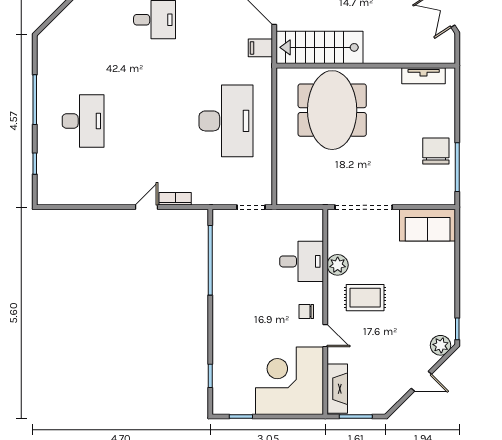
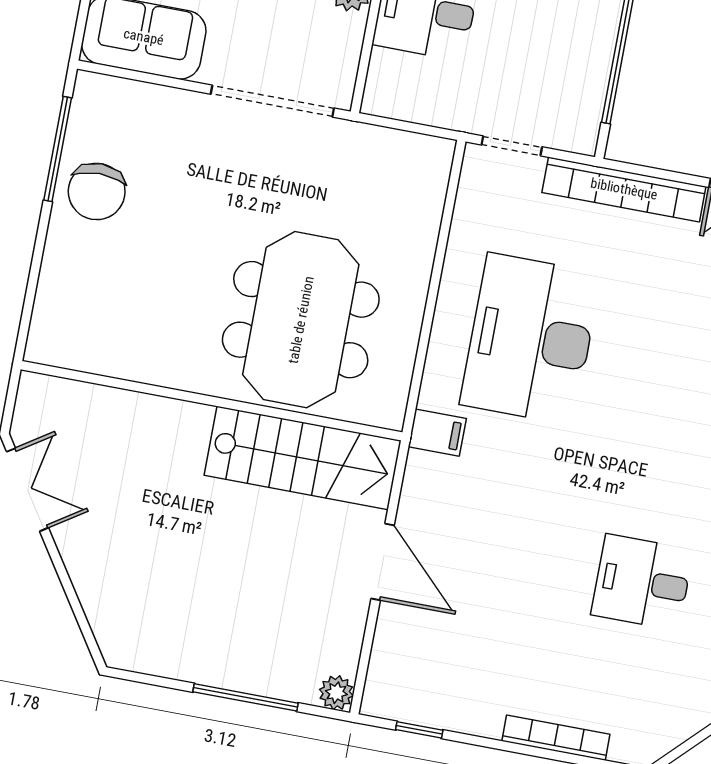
filing cabinet: (260, 48) -> (437, 433), moved
tv unit: (424, 76) -> (93, 356), removed
bookcase: (175, 199) -> (624, 189), width x2.31, depth x1.31

